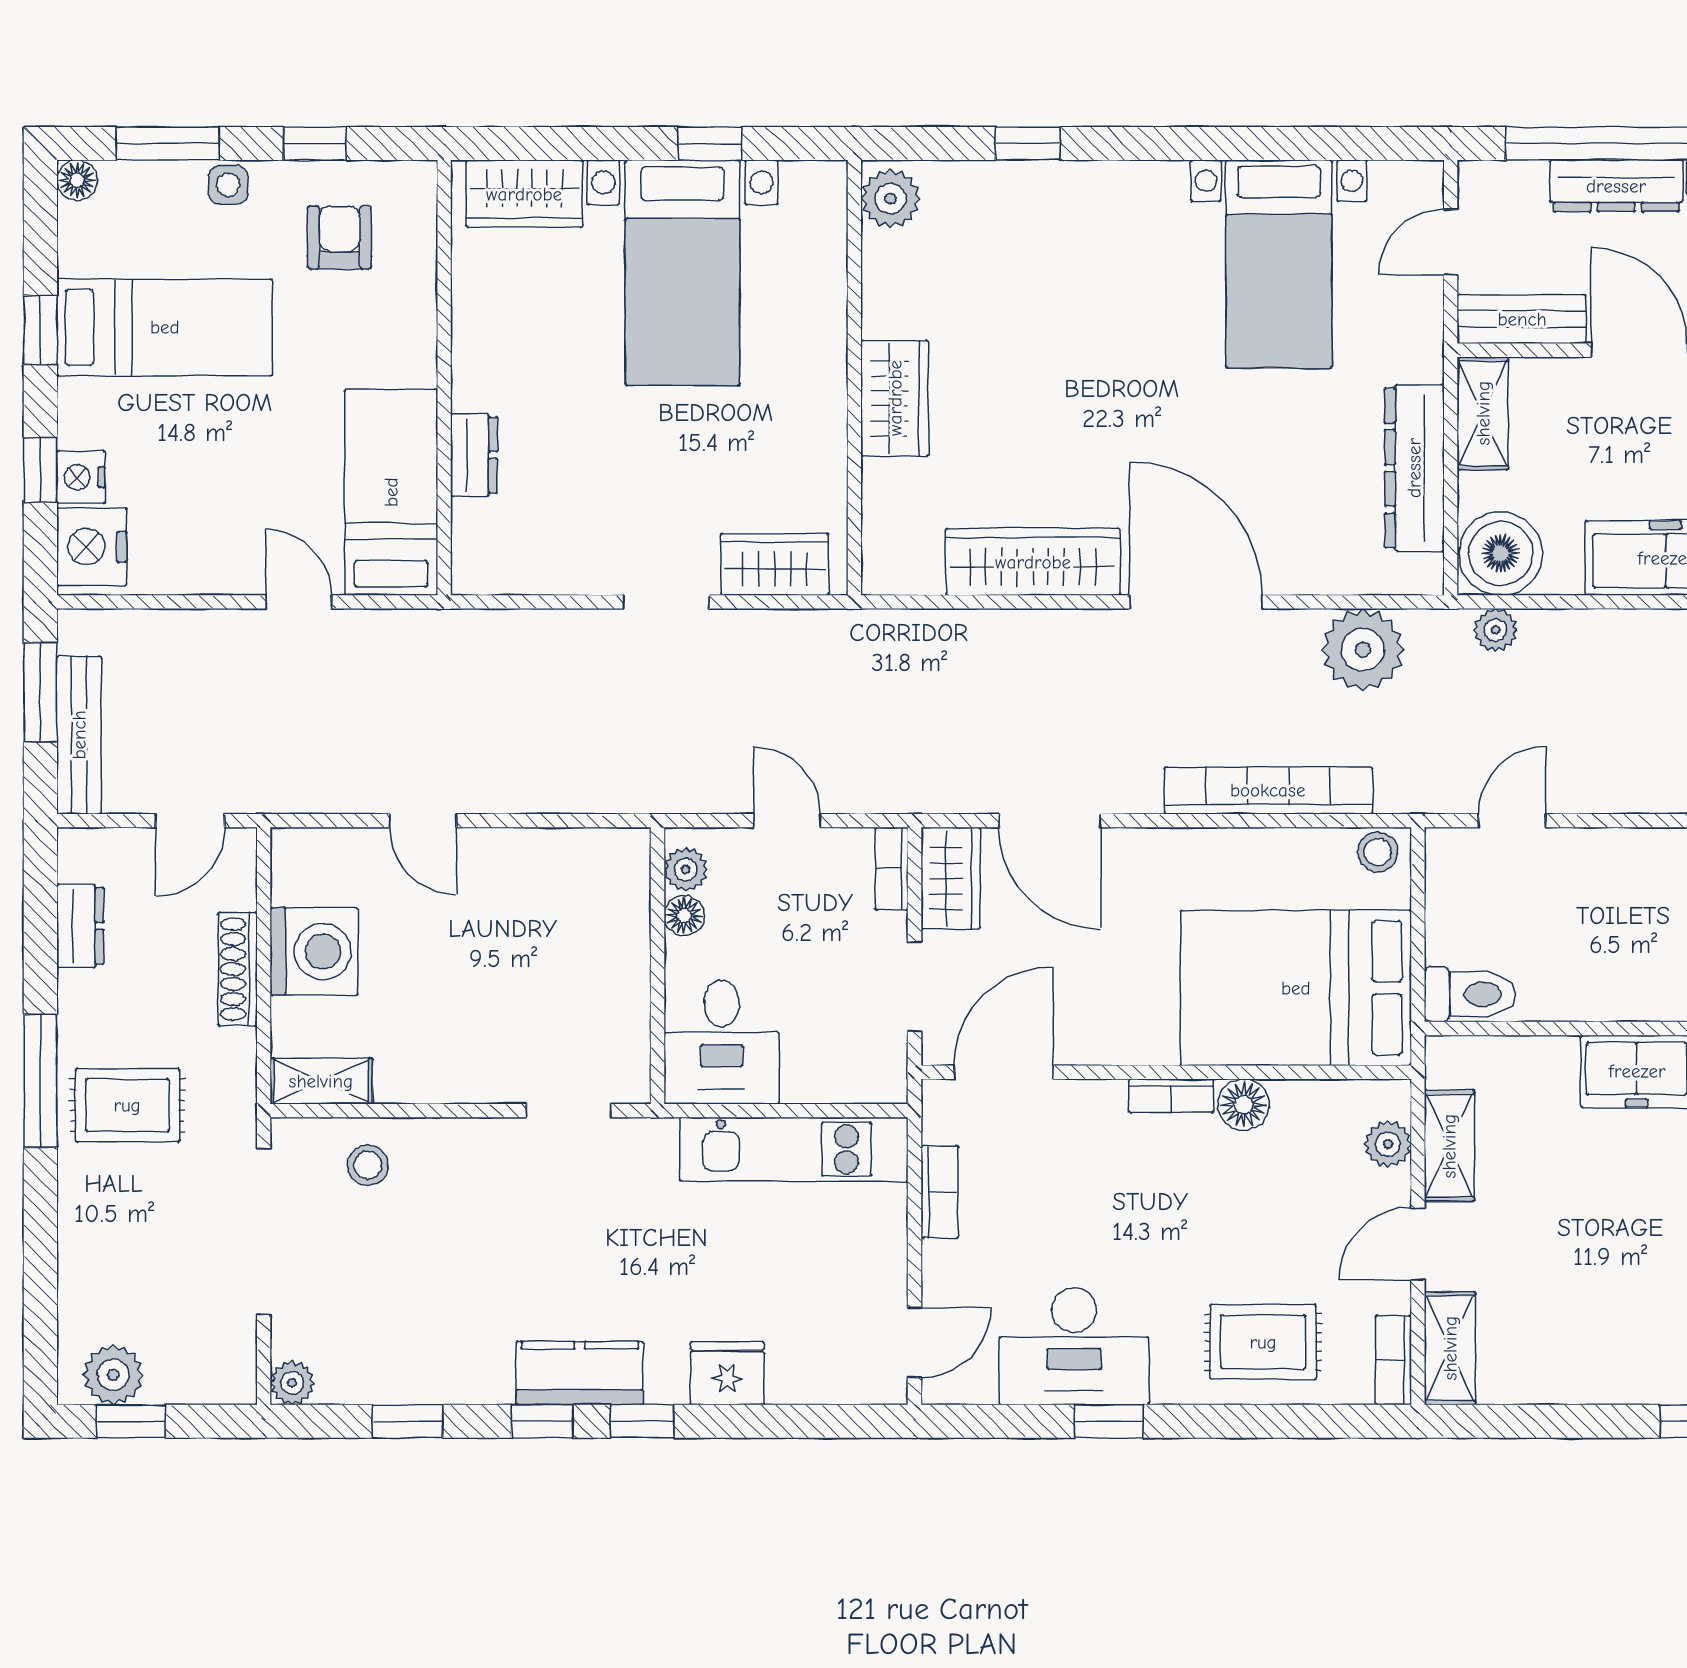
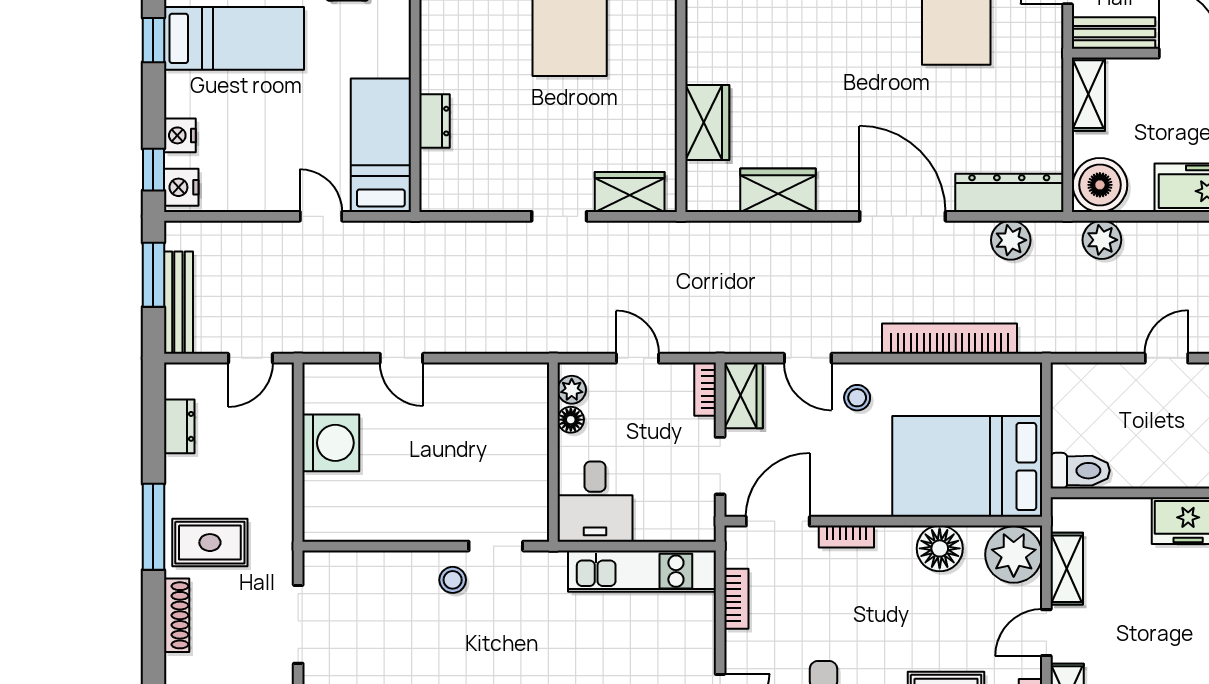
wardrobe: (895, 398) -> (707, 123), moved
dresser: (1414, 468) -> (1009, 193), moved, turned 90
window: (40, 470) -> (153, 170), moved
nightstand: (92, 547) -> (181, 187), width x0.74, depth x0.75
wardrobe: (1033, 562) -> (778, 190), width x0.67
plant: (1496, 630) -> (1102, 240), width x1.38, depth x1.38
plant: (1363, 650) -> (1011, 240), width x0.73, depth x0.73
door: (1050, 821) -> (808, 358), width x0.73
door: (1512, 821) -> (1166, 358), moved
stool: (1378, 852) -> (857, 398), moved
shoe rack: (238, 969) -> (177, 615), moved, turned 180
shelving: (321, 1081) -> (336, 527), removed
bookcase: (1171, 1096) -> (846, 537), moved
floor lamp: (1244, 1105) -> (940, 548), width x1.38, depth x1.38
plant: (1388, 1144) -> (1014, 555), width x1.88, depth x1.88
stool: (368, 1165) -> (453, 580), moved
doorway: (264, 1231) -> (298, 624), width x0.73

